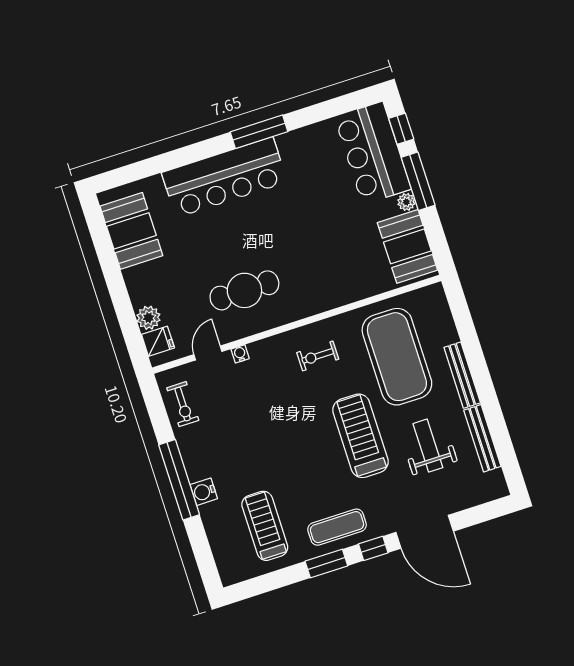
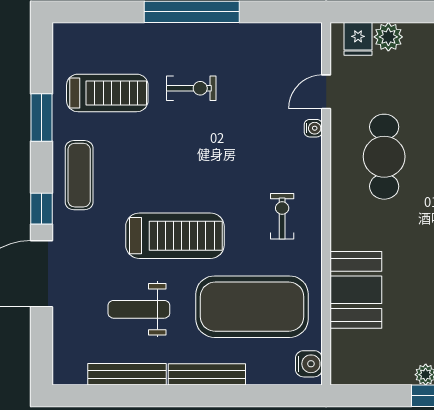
booth: (407, 246) -> (356, 290), moved, turned 90
door: (208, 353) -> (326, 92), swing flipped
exercise bike: (183, 404) -> (191, 88), moved, turned 180
weight bench: (428, 446) -> (139, 309), turned 180
water cooler: (204, 492) -> (309, 364), moved, turned 90
window: (326, 563) -> (41, 118), moved

